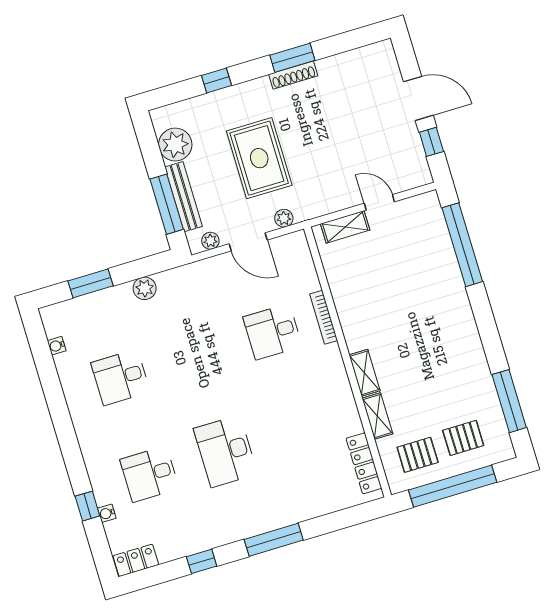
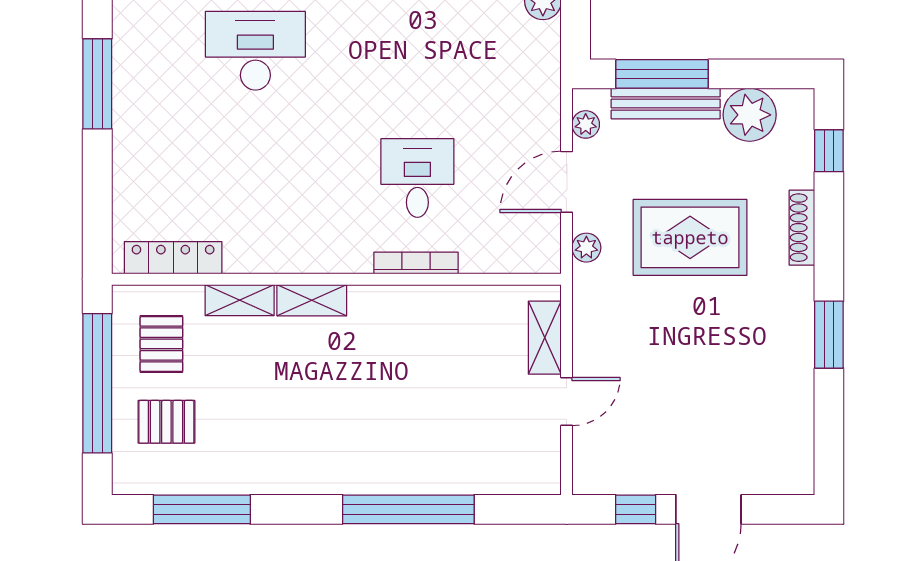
shoe rack: (293, 75) -> (802, 228), moved
window: (217, 80) -> (829, 151), moved
window: (462, 245) -> (408, 509), moved
pallet: (463, 438) -> (166, 422), turned 90

